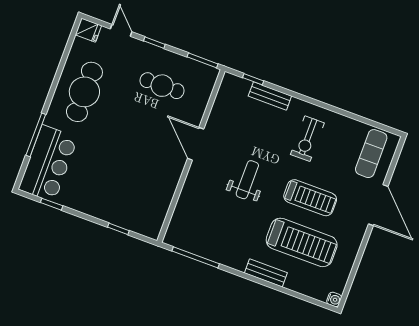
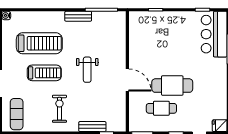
cafe table: (84, 92) -> (172, 86), moved, turned 90
treadmill: (310, 198) -> (44, 73), turned 180
treadmill: (302, 242) -> (39, 43), turned 180
bench: (266, 273) -> (78, 16), moved

